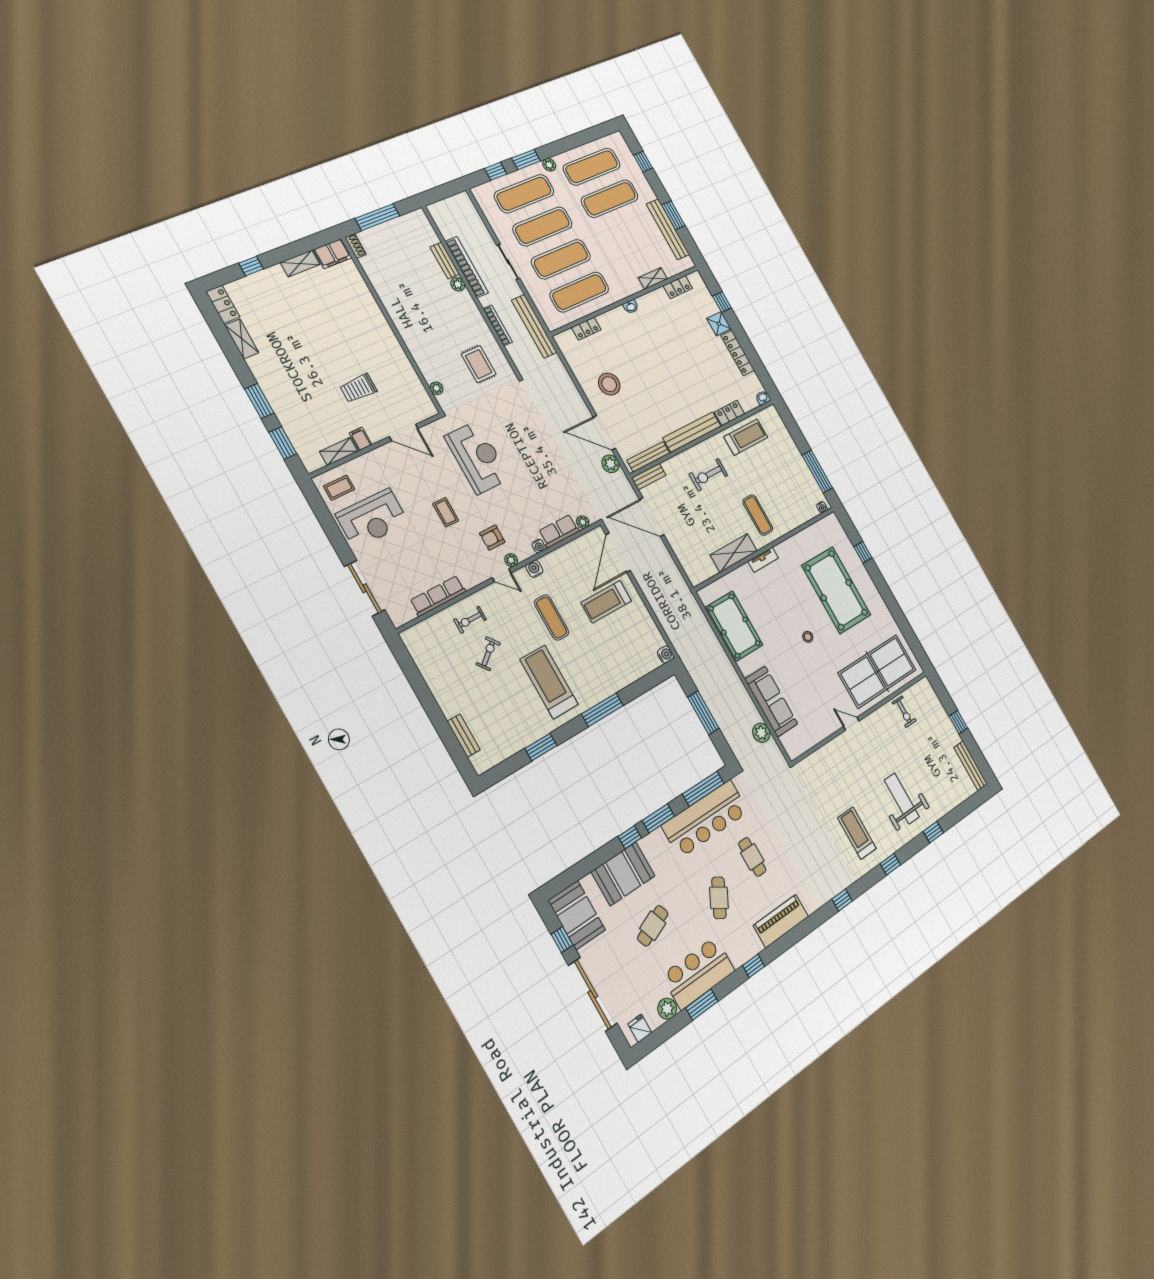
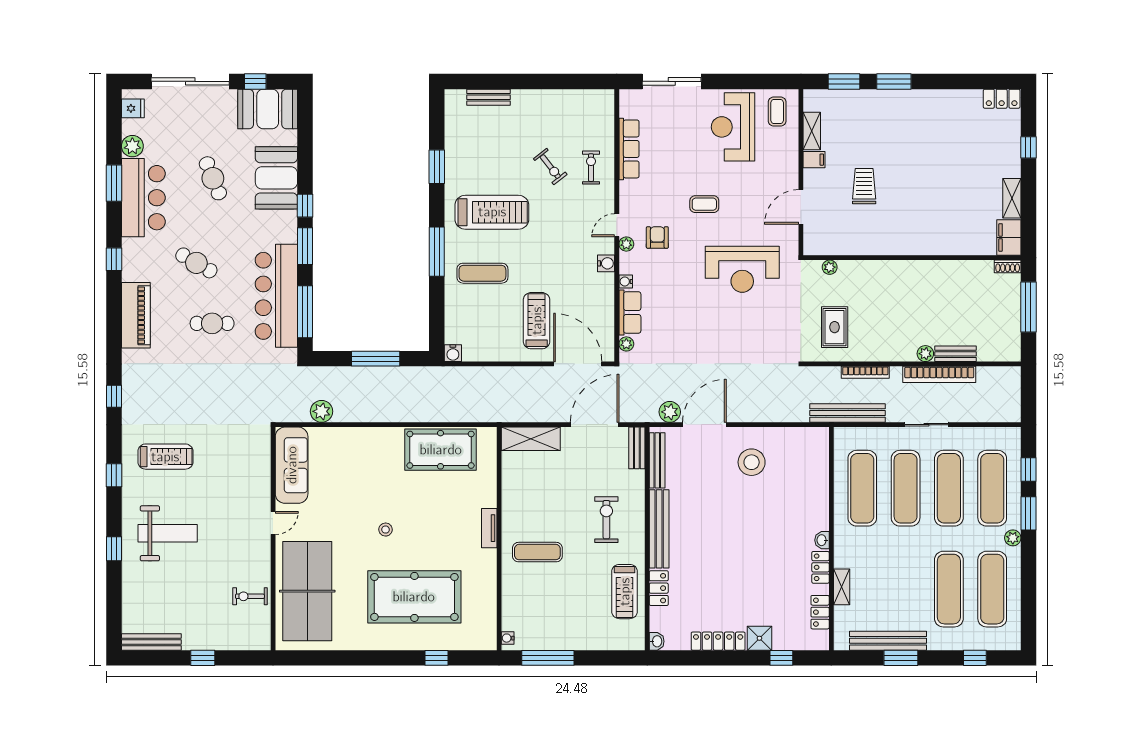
locker: (586, 329) -> (821, 567), moved
shelving: (242, 339) -> (961, 98), removed
rug: (479, 364) -> (835, 327), turned 90
shelving: (734, 553) -> (531, 439), moved, turned 90
exercise mat: (552, 618) -> (482, 273), moved
sofa: (771, 701) -> (292, 465), moved, turned -90

